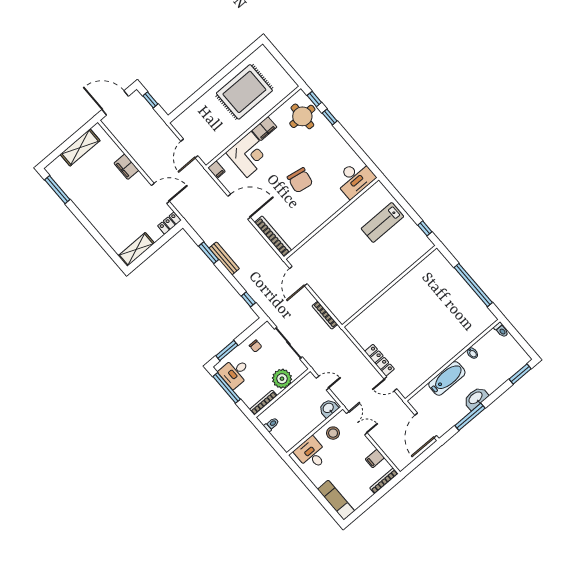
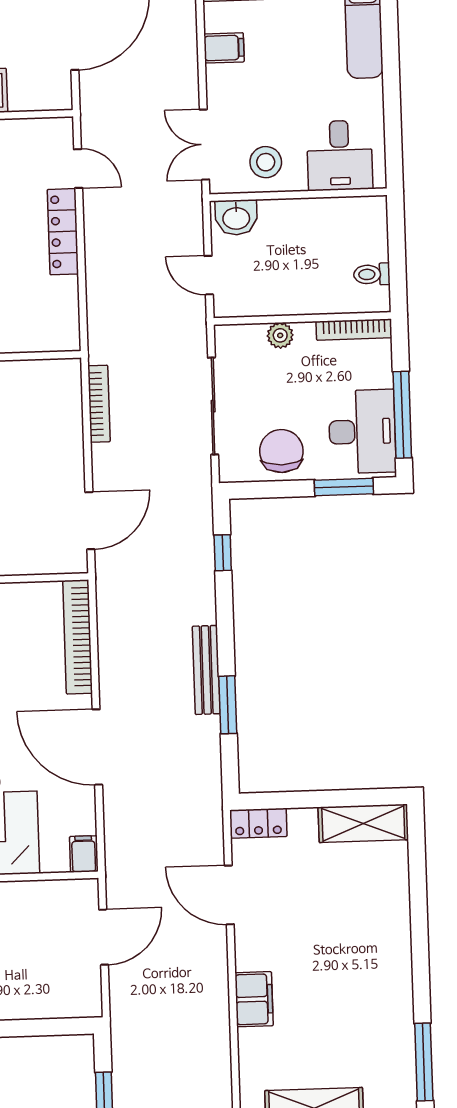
chair: (256, 346) -> (281, 451), width x1.87, depth x1.87
desk: (235, 373) -> (362, 432), width x1.37
plant: (282, 379) -> (280, 335), width x0.53, depth x0.53

